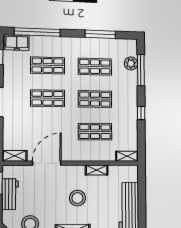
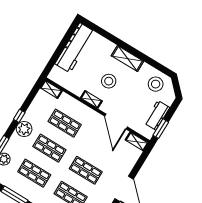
plant: (129, 103) -> (24, 129), added
door: (47, 163) -> (116, 122), hinge flipped
shelving: (97, 170) -> (91, 99), moved

